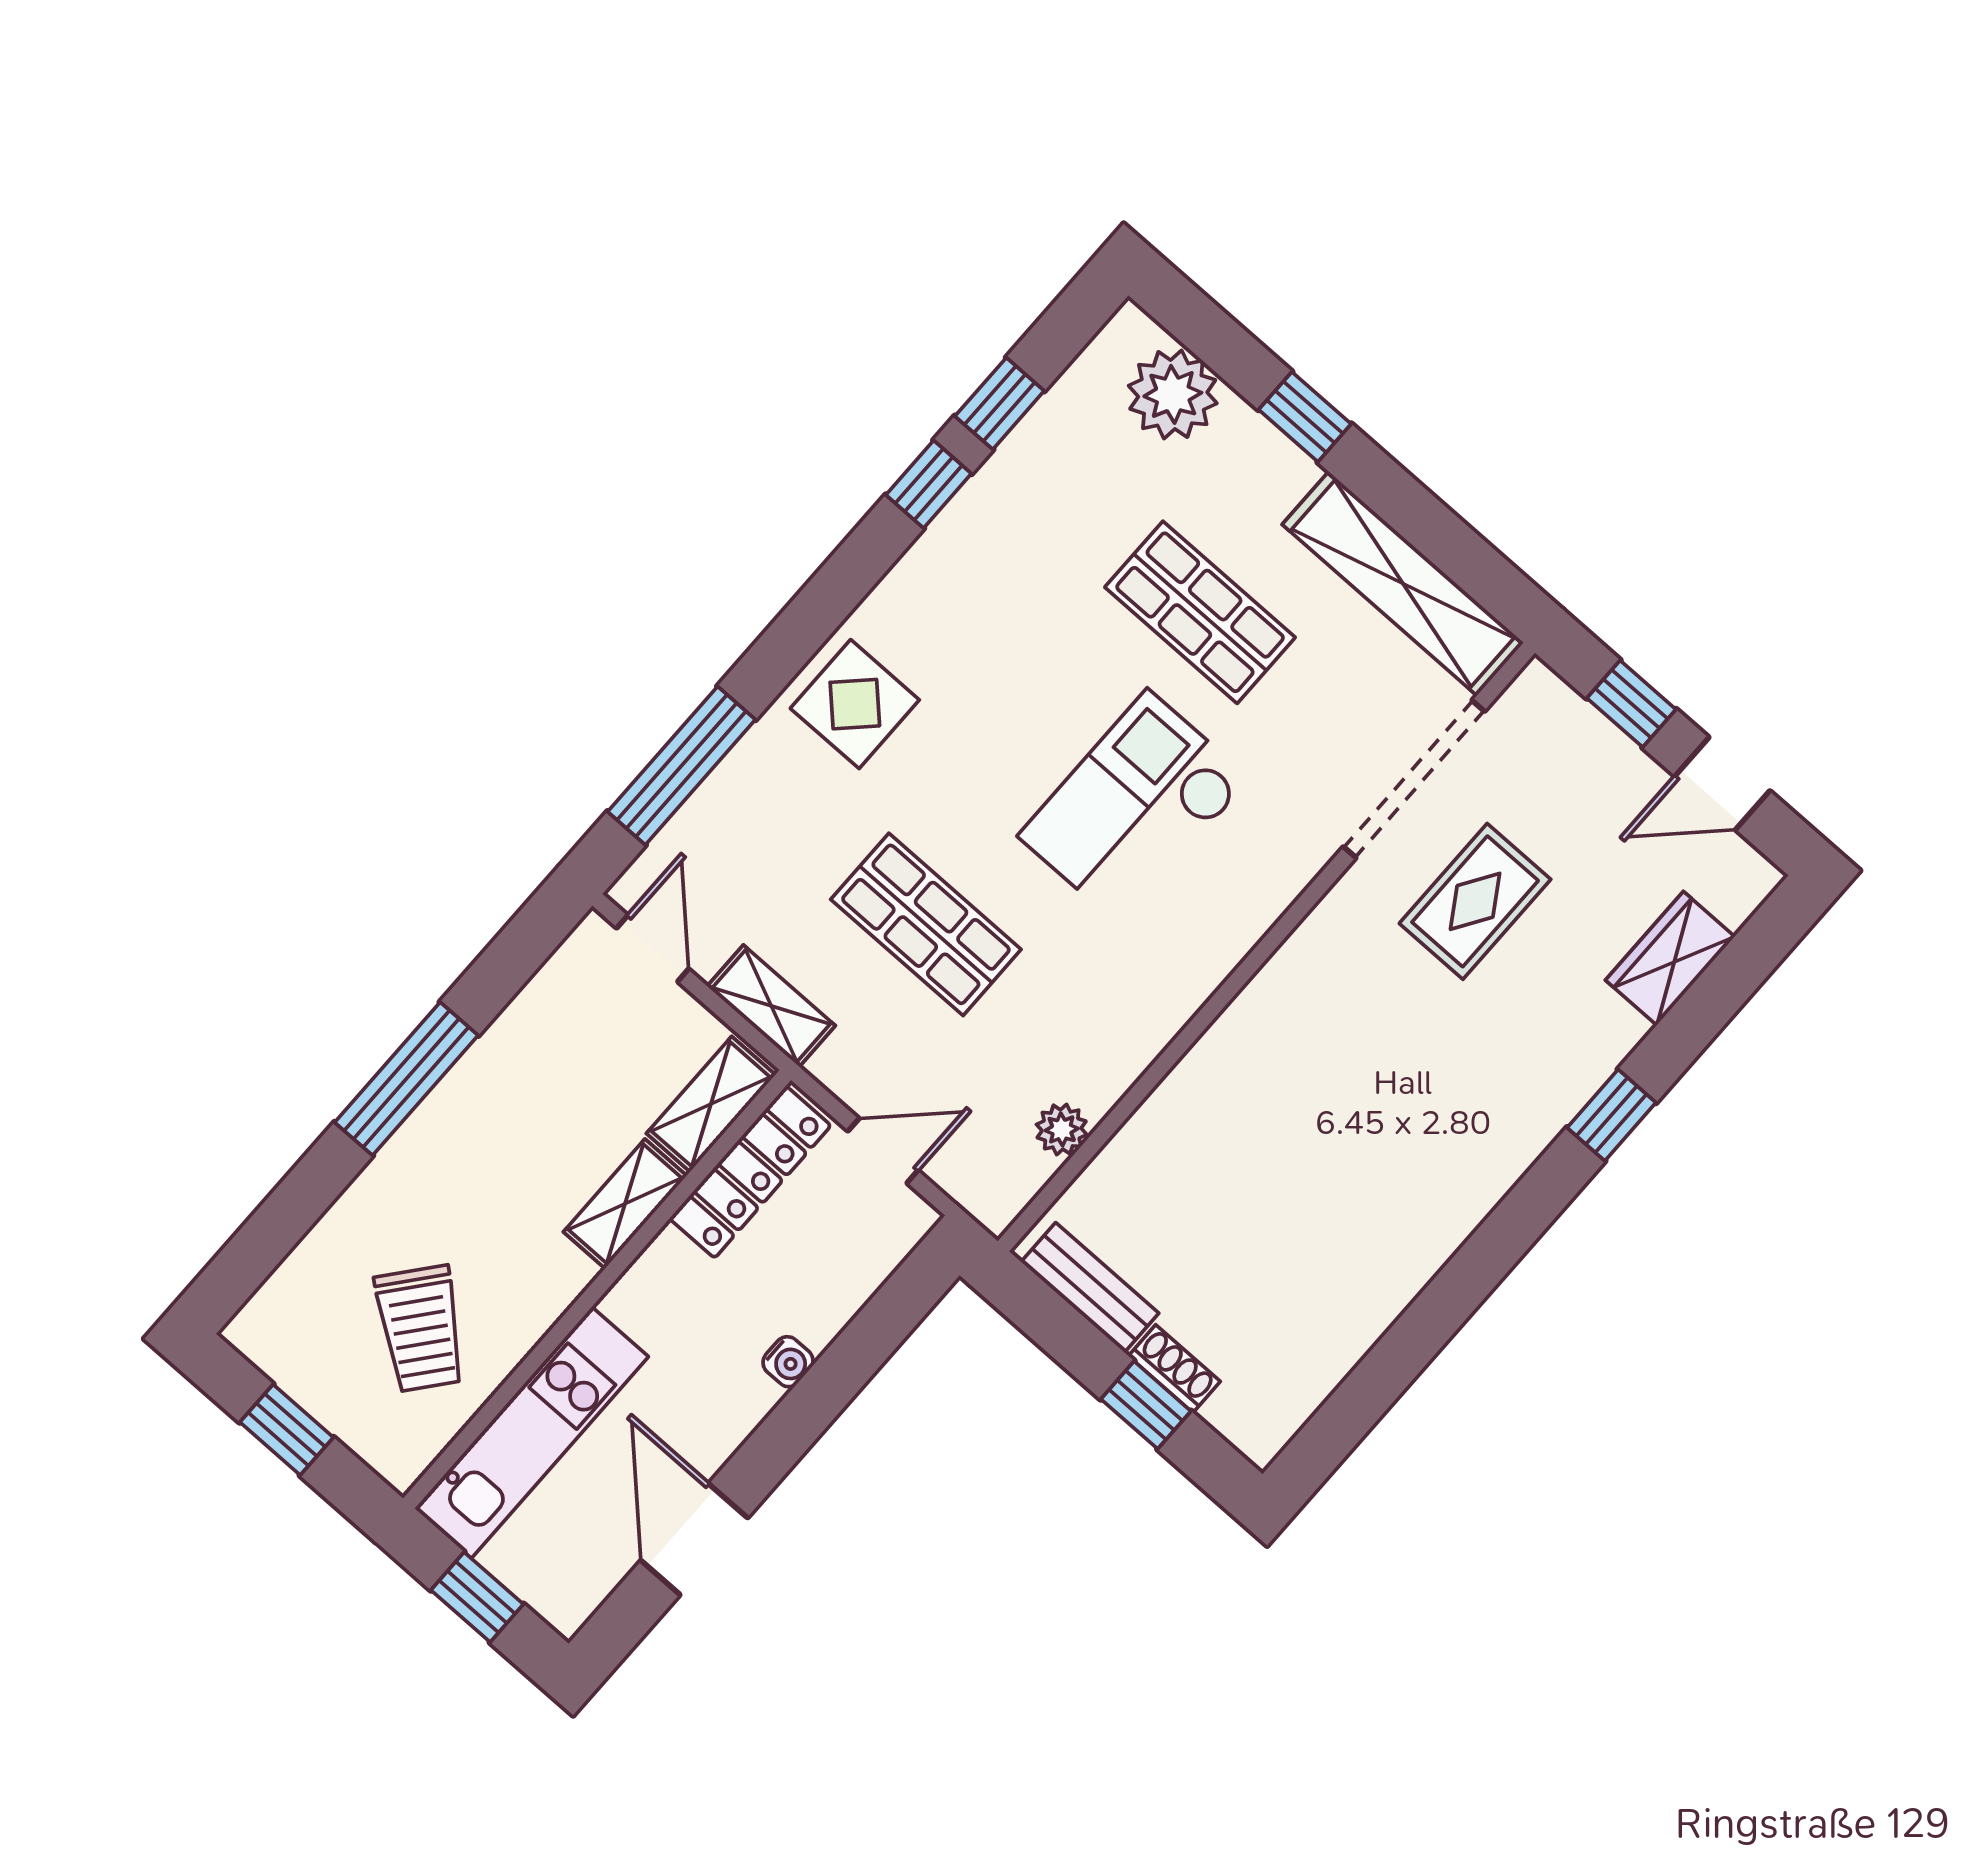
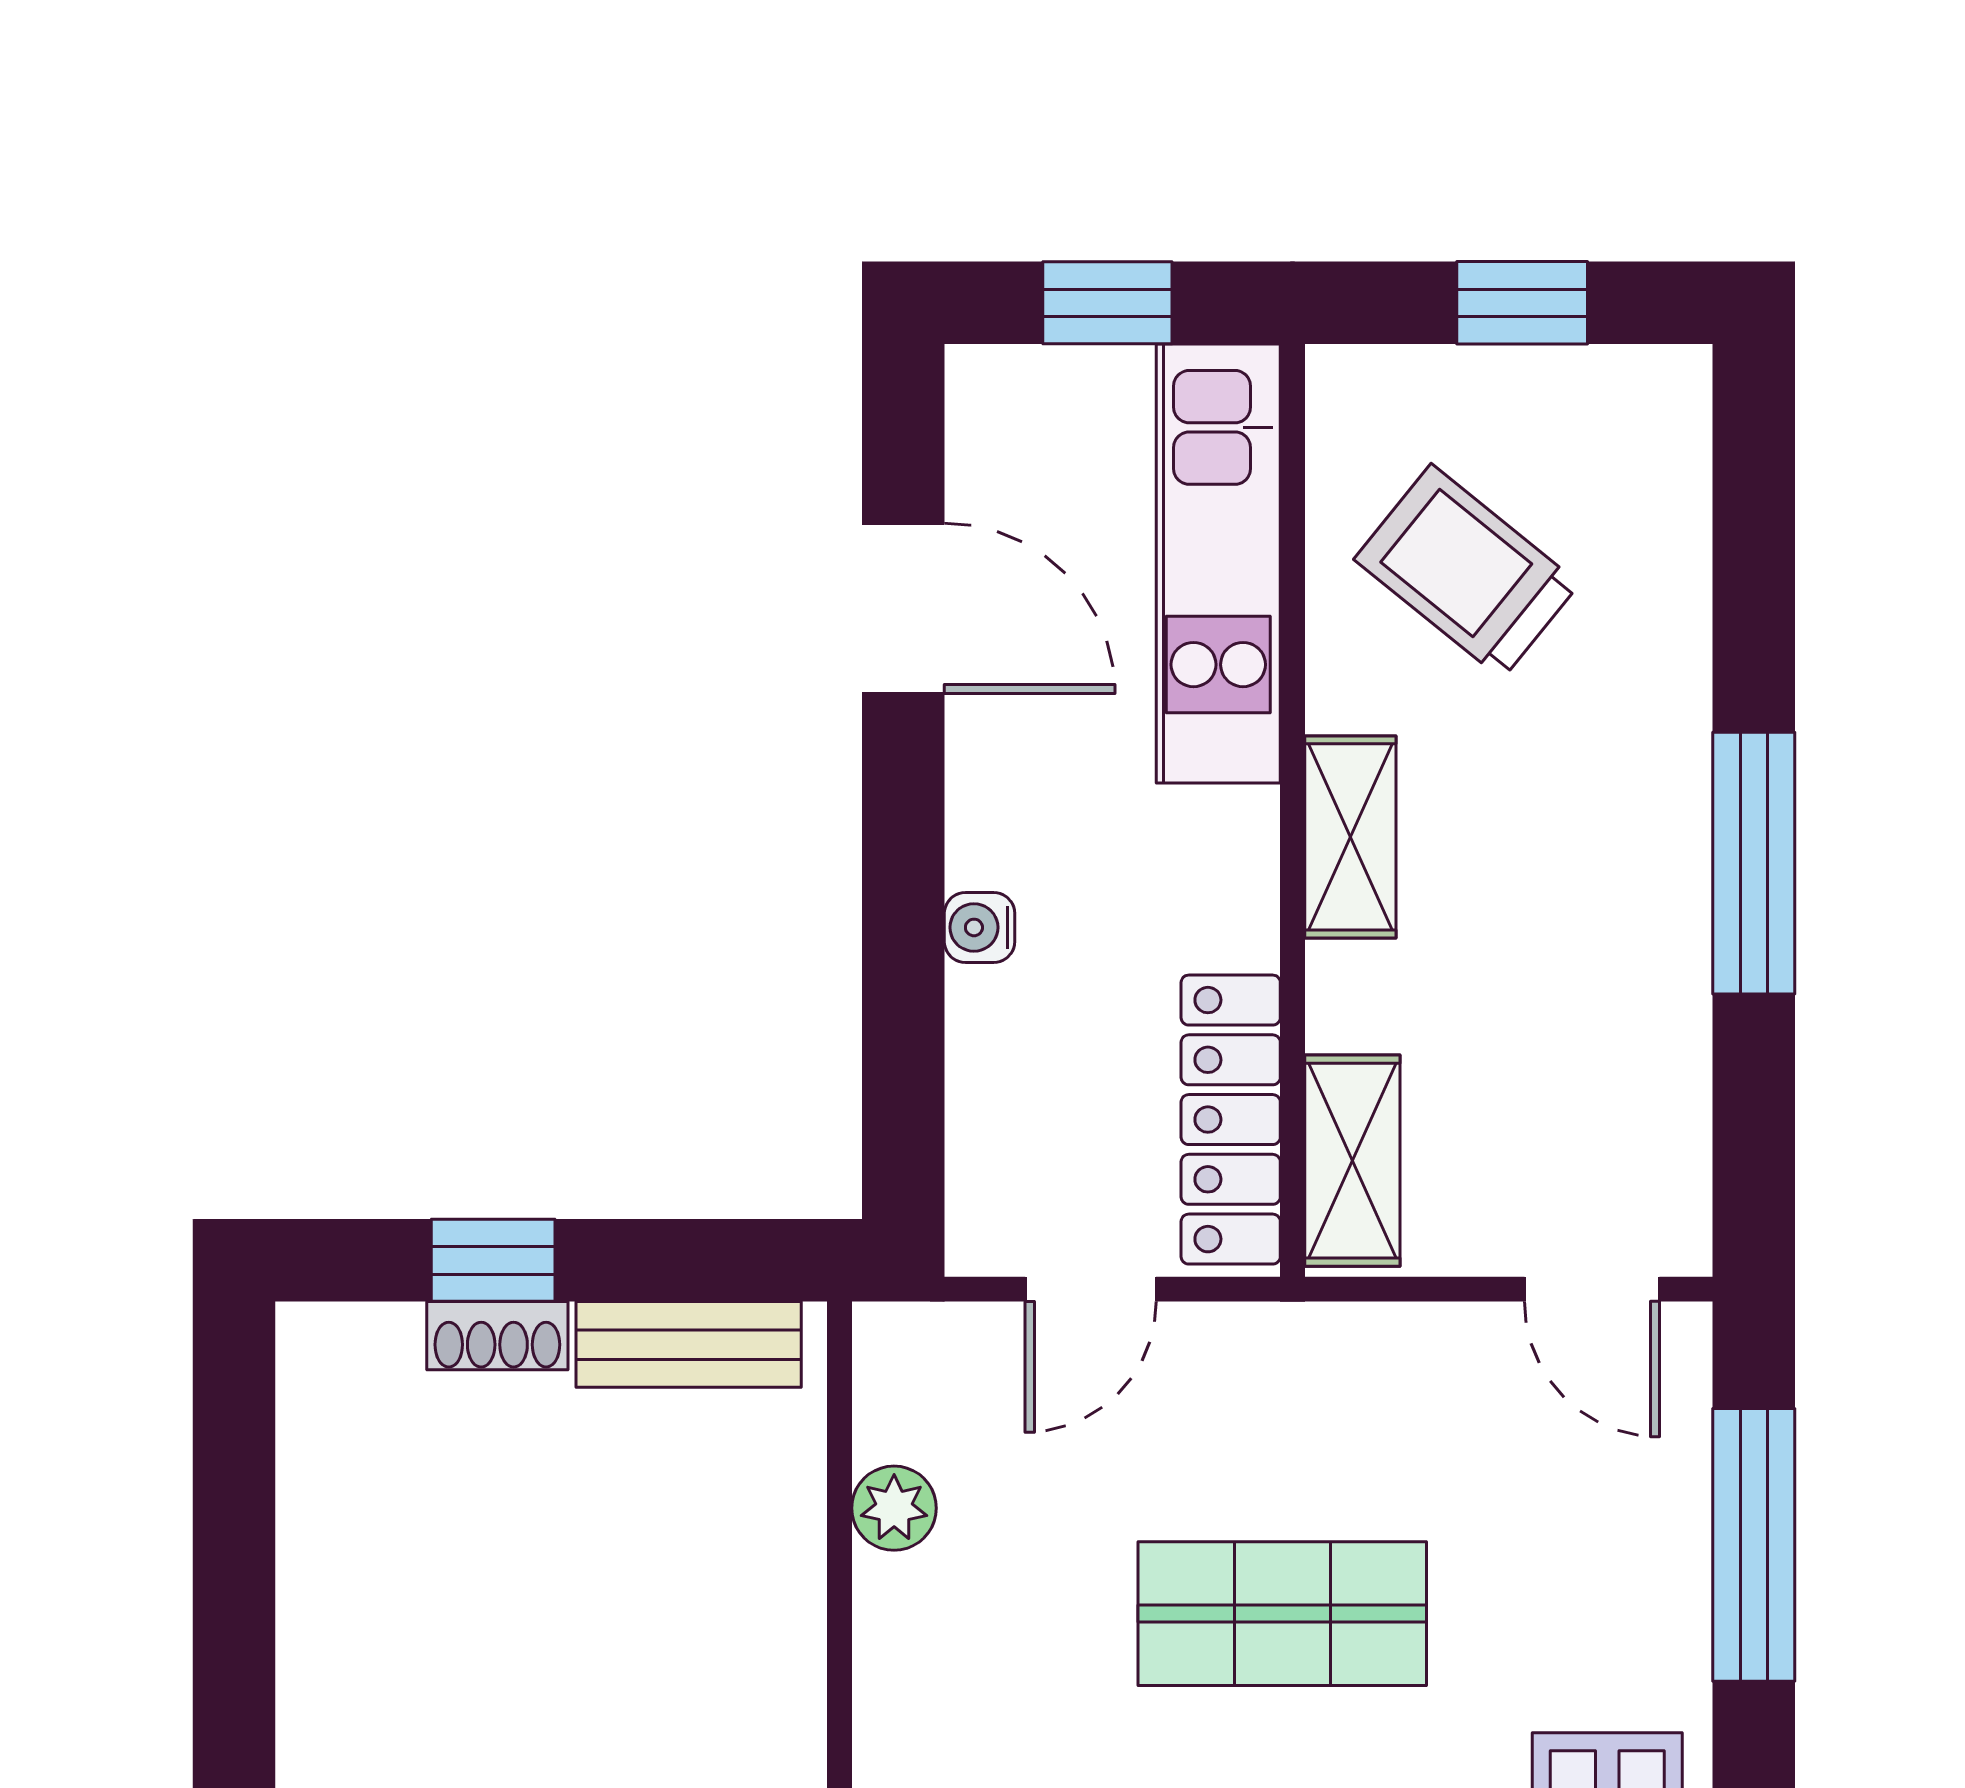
shelving: (771, 1006) -> (1384, 1347), removed
shelving: (625, 1204) -> (1350, 837), moved

